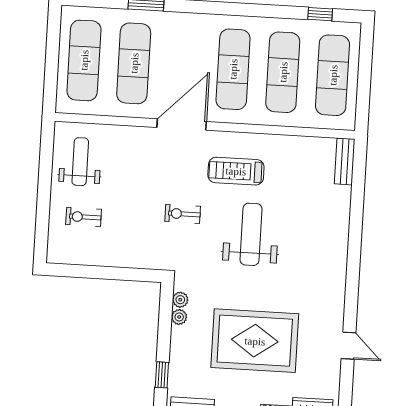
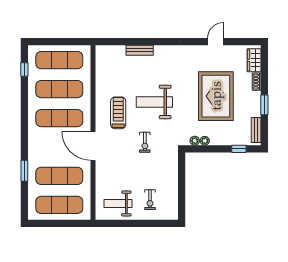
bench: (345, 161) -> (140, 50), moved
treadmill: (236, 171) -> (118, 113), turned 180

